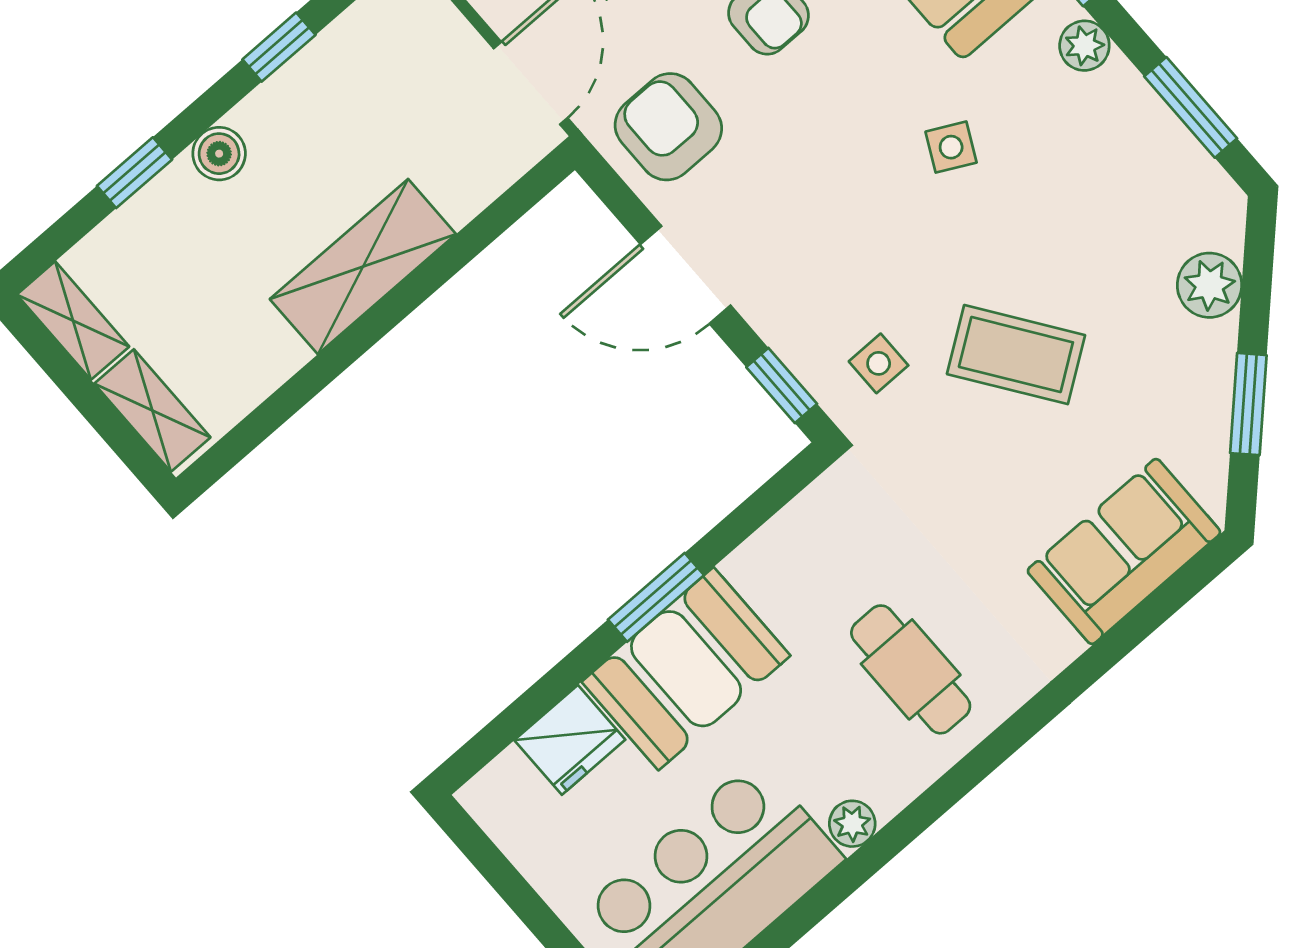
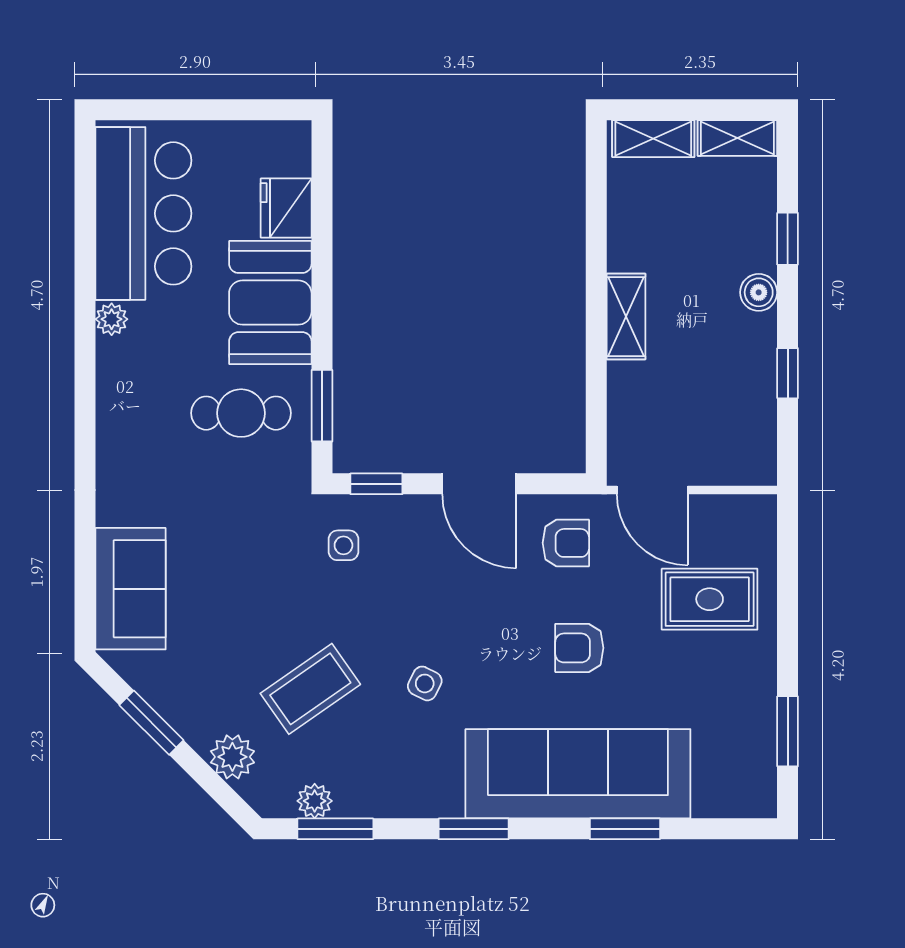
plant: (1084, 46) -> (315, 801), moved
armchair: (668, 127) -> (566, 543), width x0.72, depth x0.72
shelving: (363, 267) -> (626, 317), width x0.67, depth x0.75
door: (686, 275) -> (479, 484), swing flipped
coffee table: (1016, 355) -> (310, 689), moved
window: (656, 597) -> (322, 406), moved
cafe table: (911, 669) -> (241, 413), moved

